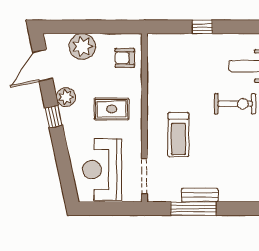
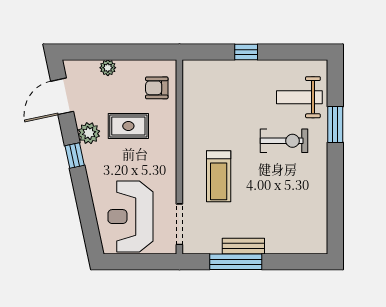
plant: (82, 47) -> (108, 68), width x0.53, depth x0.53
rug: (112, 109) -> (128, 126), moved

